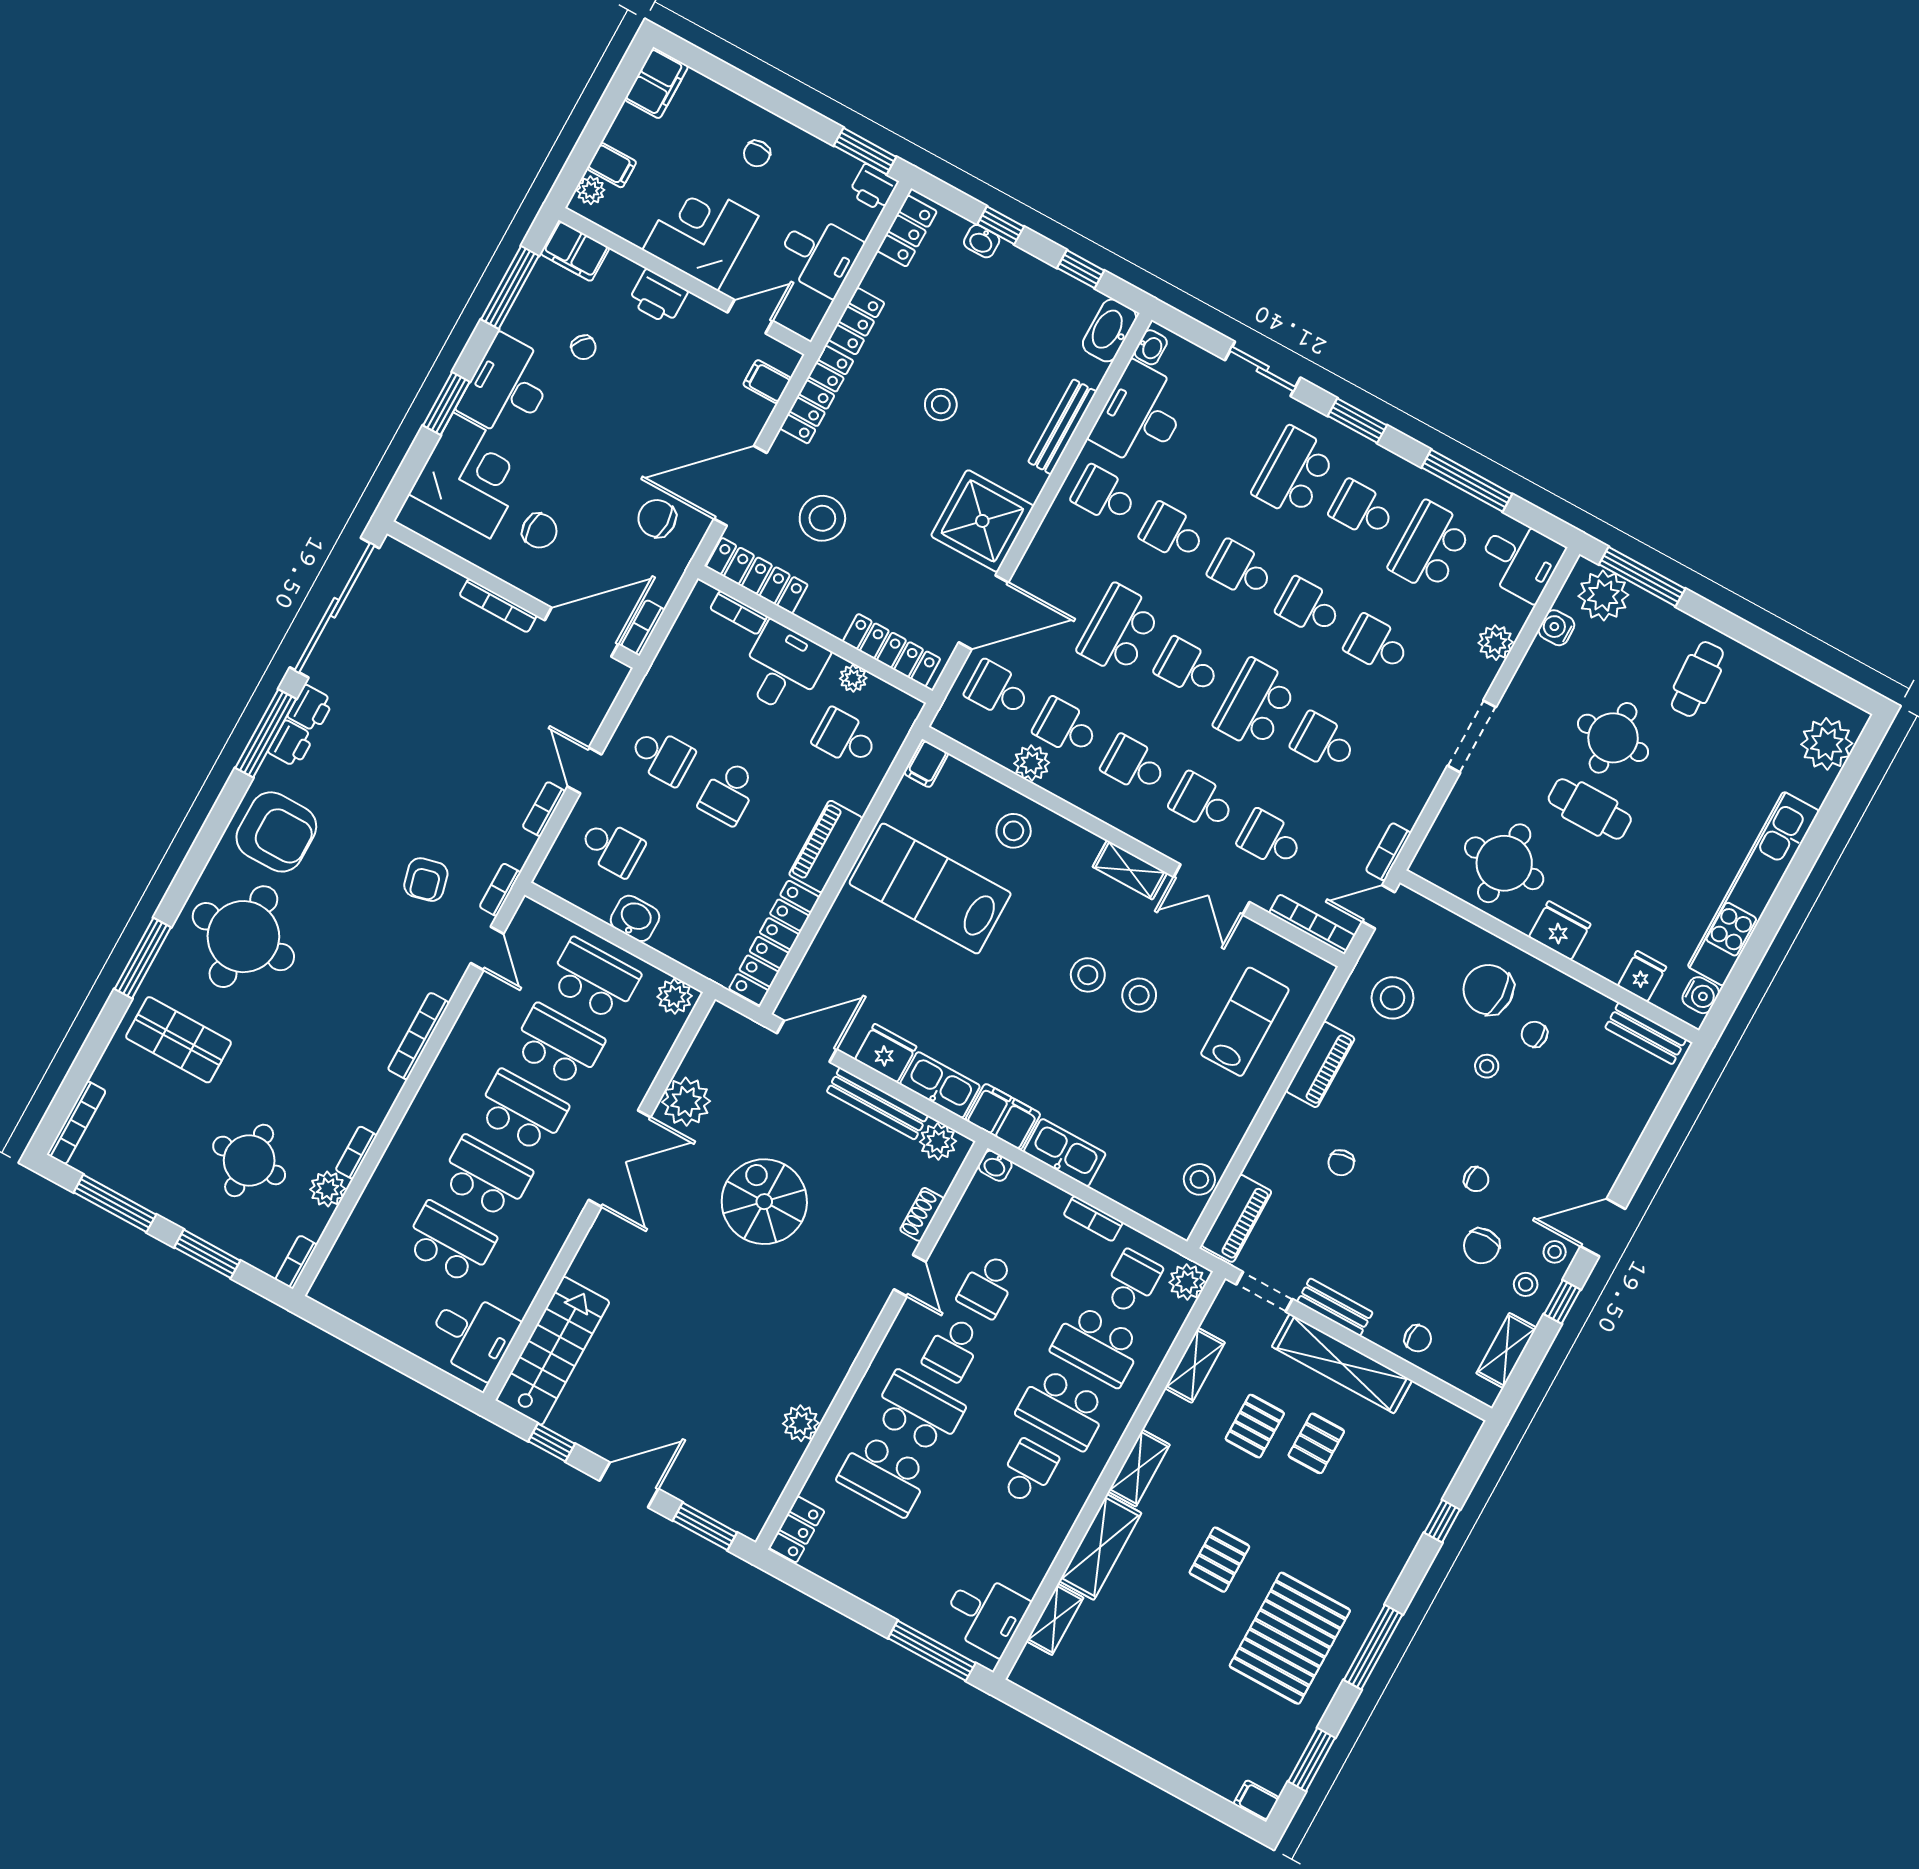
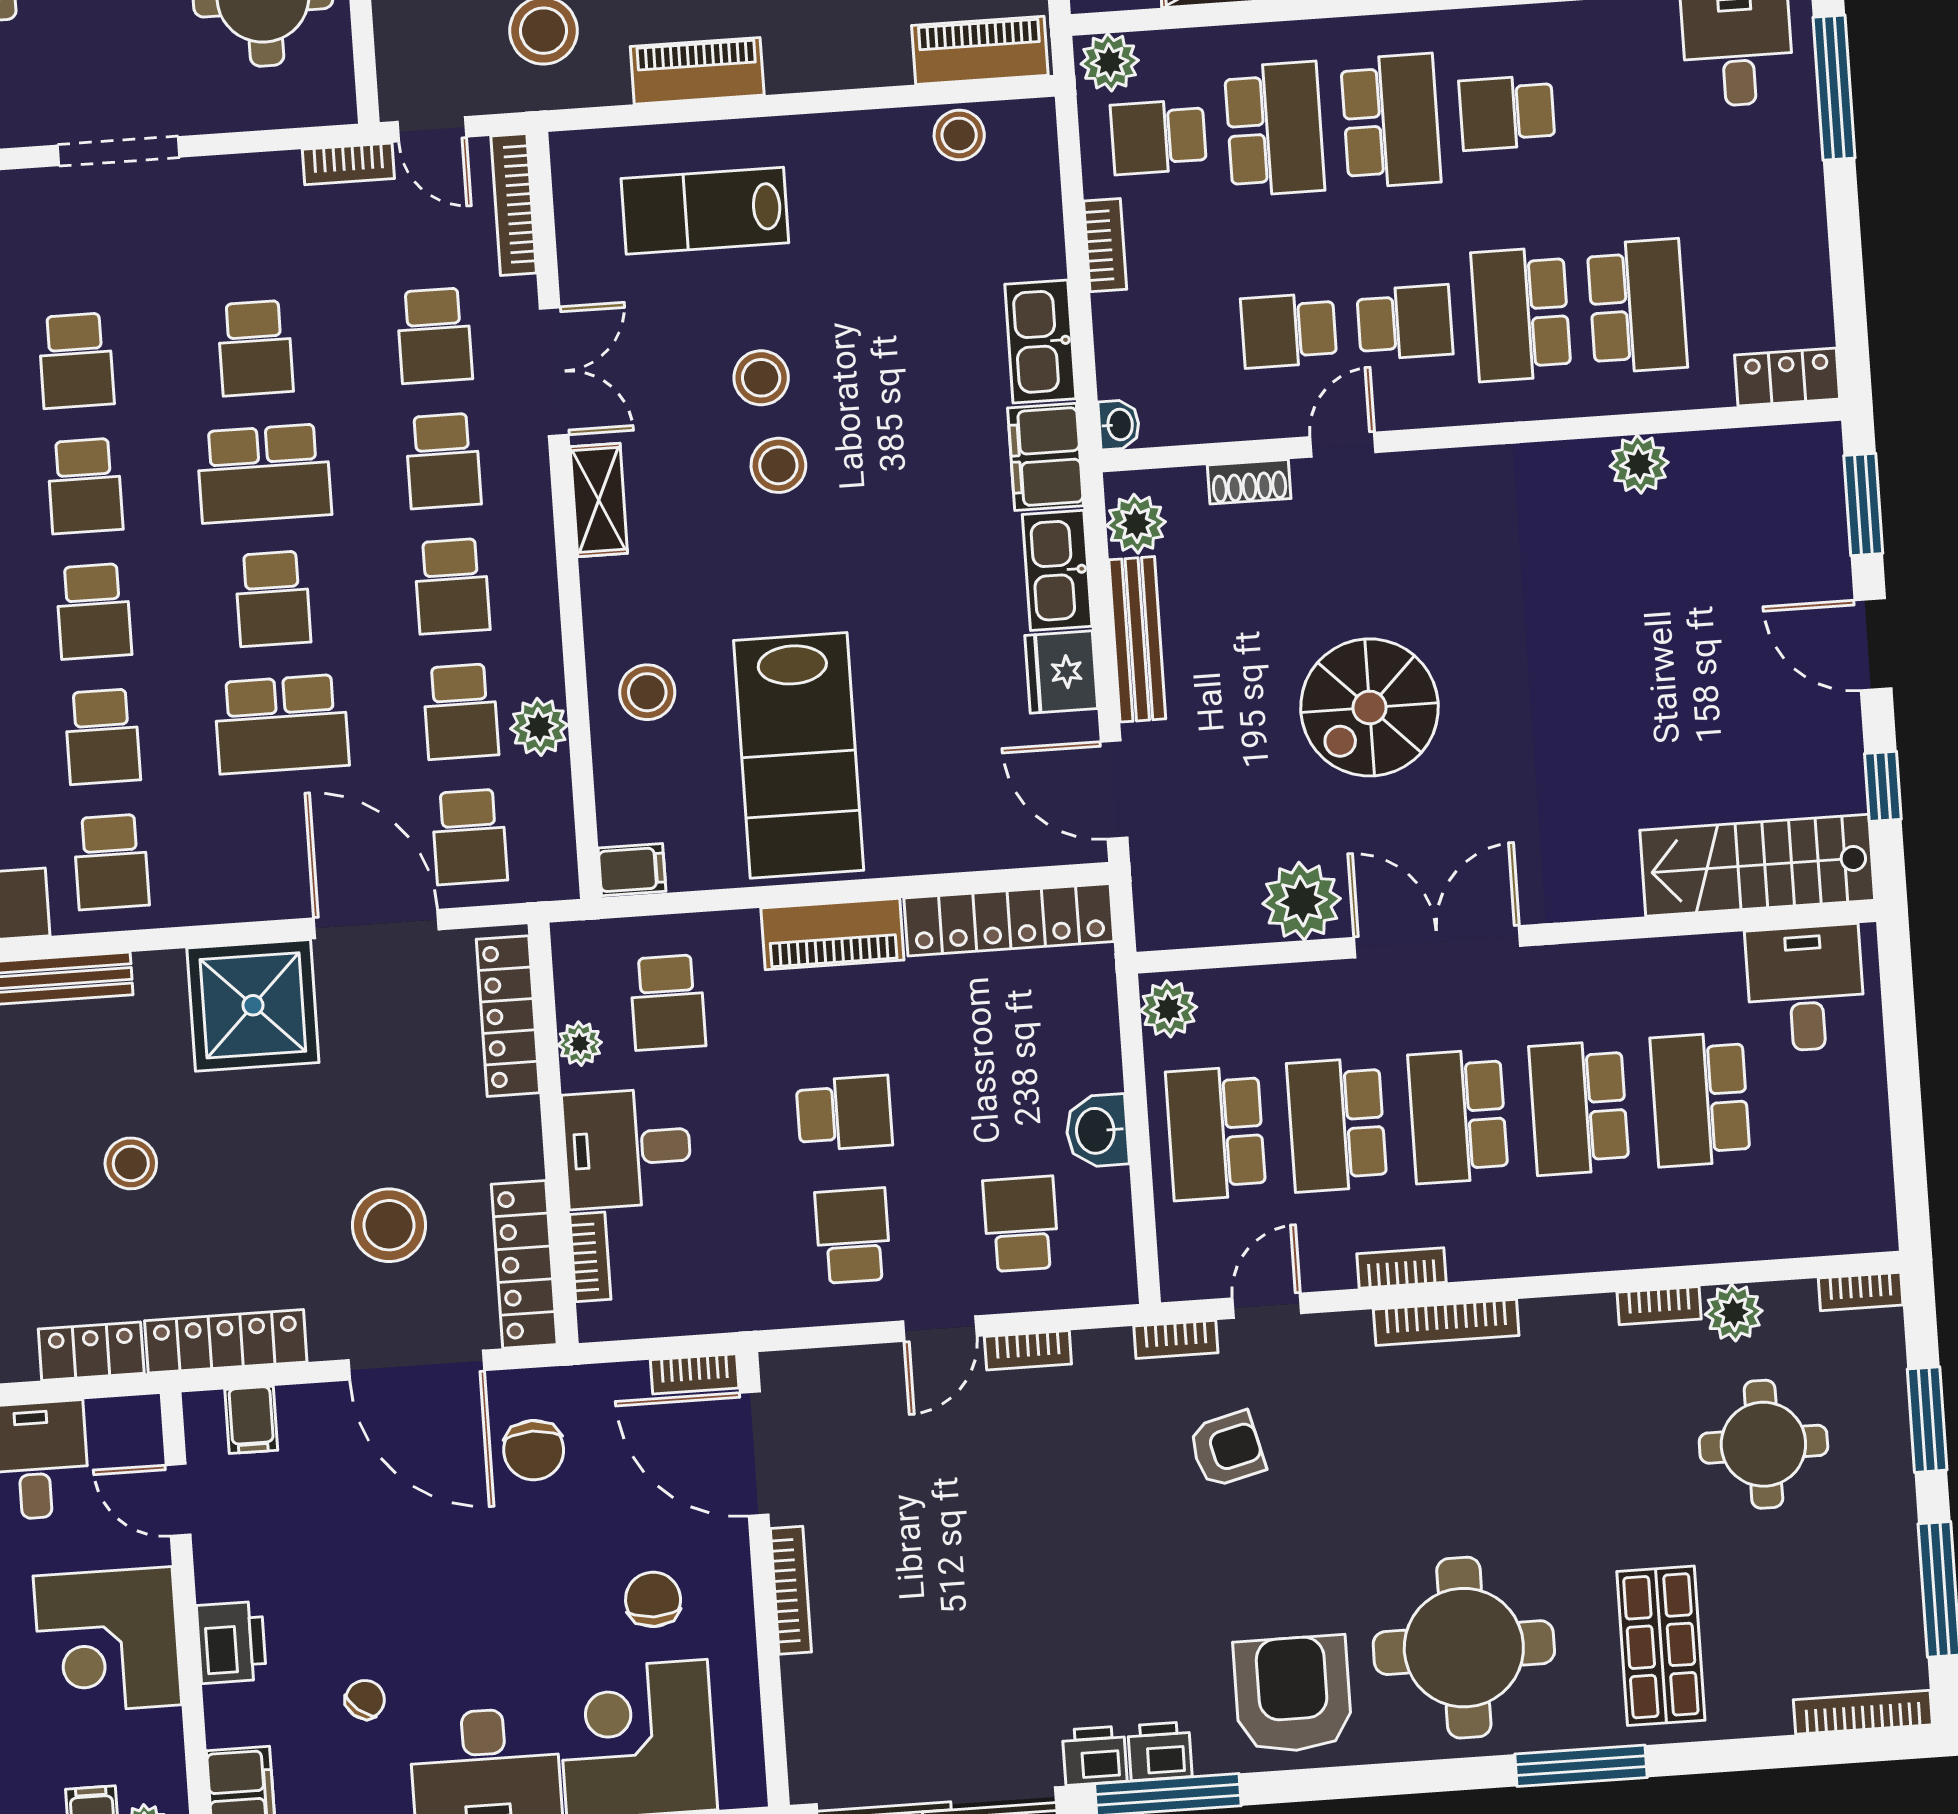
bookcase: (462, 1031) -> (1401, 1268), added
school desk: (988, 1286) -> (1289, 330), turned 180

